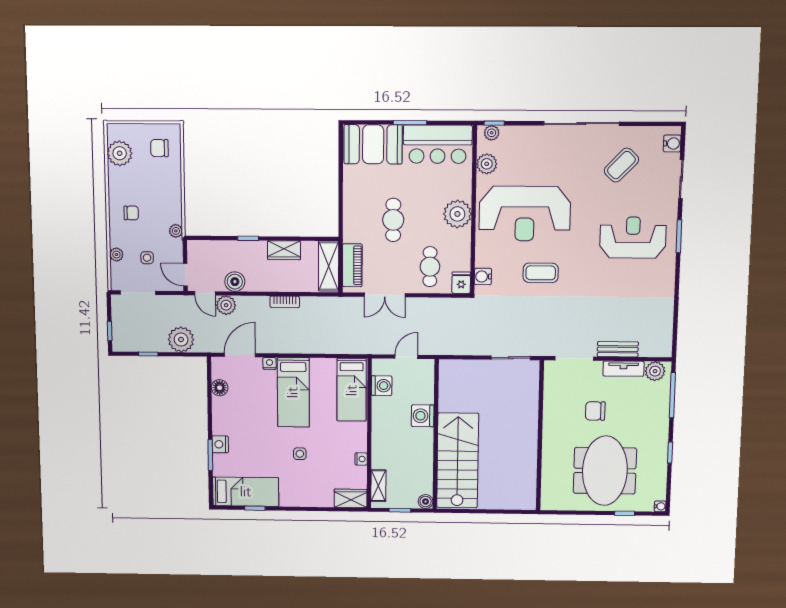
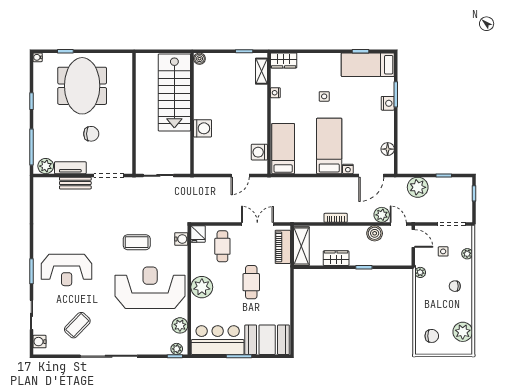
washing machine: (423, 416) -> (202, 128), moved
wall: (436, 435) -> (192, 113), moved
stairs: (458, 460) -> (174, 93), moved
boiler: (426, 502) -> (199, 59), moved

